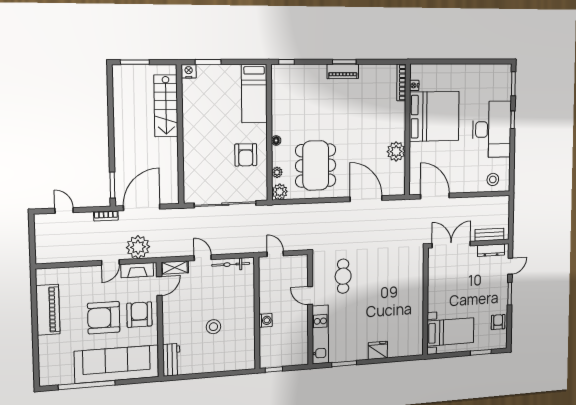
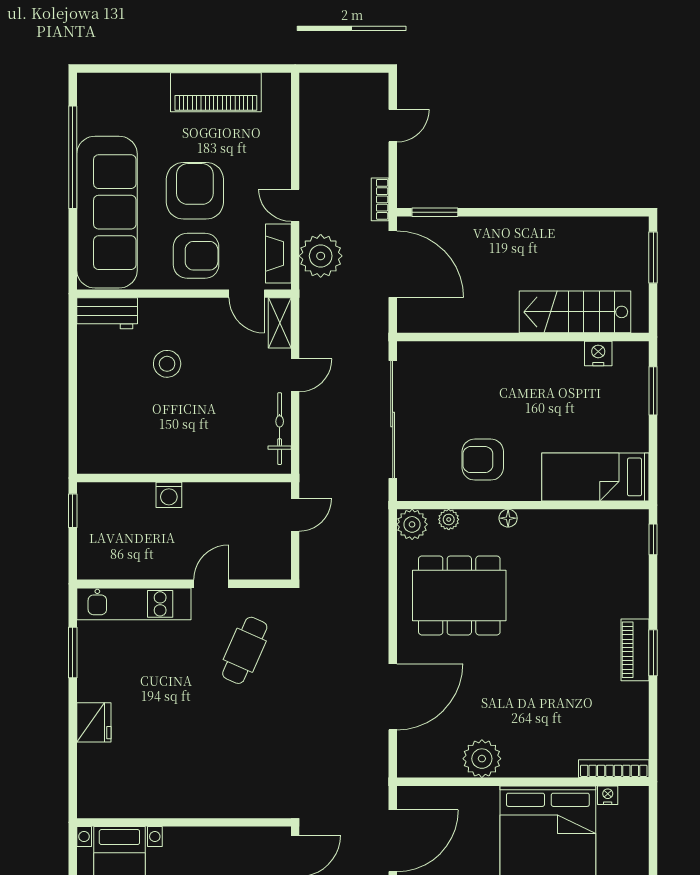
nightstand: (189, 71) -> (598, 353), moved, turned -90
cafe table: (343, 276) -> (245, 650), turned -66
stool: (213, 327) -> (167, 364), moved

